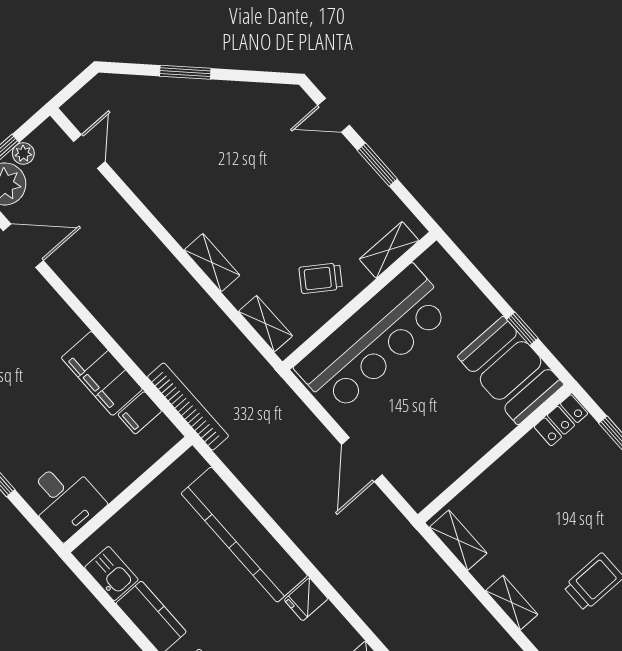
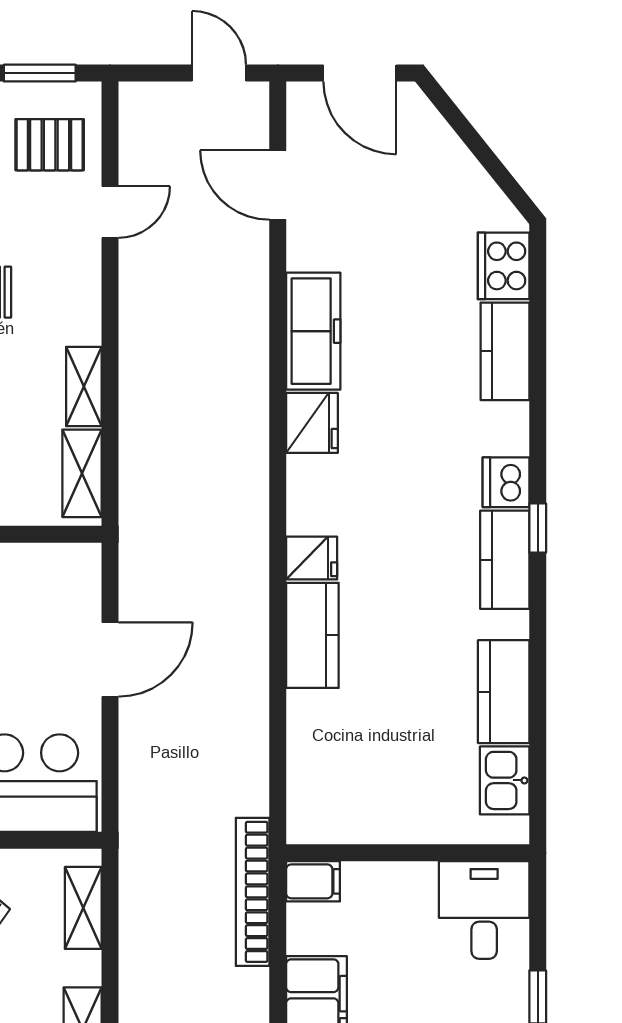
filing cabinet: (140, 413) -> (313, 881), moved
kitchen counter: (244, 535) -> (312, 635), width x0.48, depth x0.86
shelving: (512, 603) -> (84, 387), moved

